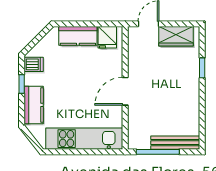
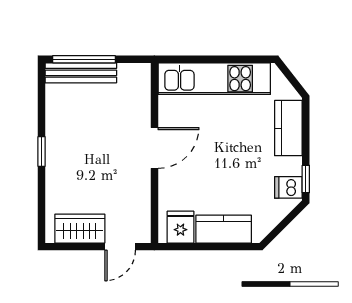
window: (202, 68) -> (42, 151), moved
window: (22, 84) -> (306, 179), moved
window: (158, 152) -> (84, 59), moved

